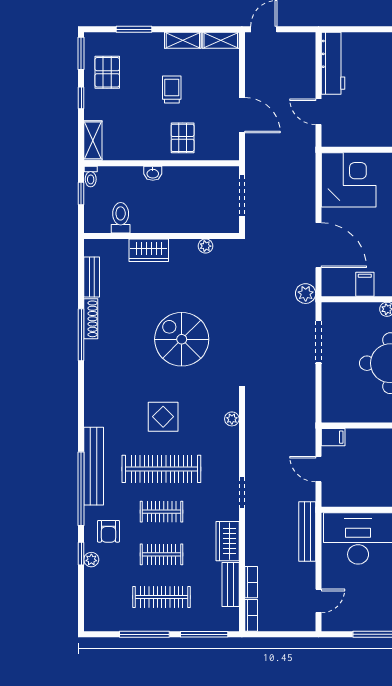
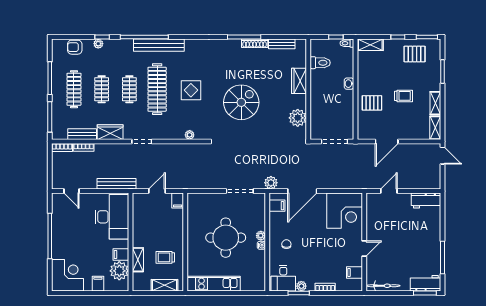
workbench: (333, 63) -> (426, 201), width x0.73
plant: (205, 246) -> (298, 118), width x1.88, depth x1.88
filing cabinet: (365, 284) -> (277, 206), moved
armchair: (108, 531) -> (75, 47), moved

